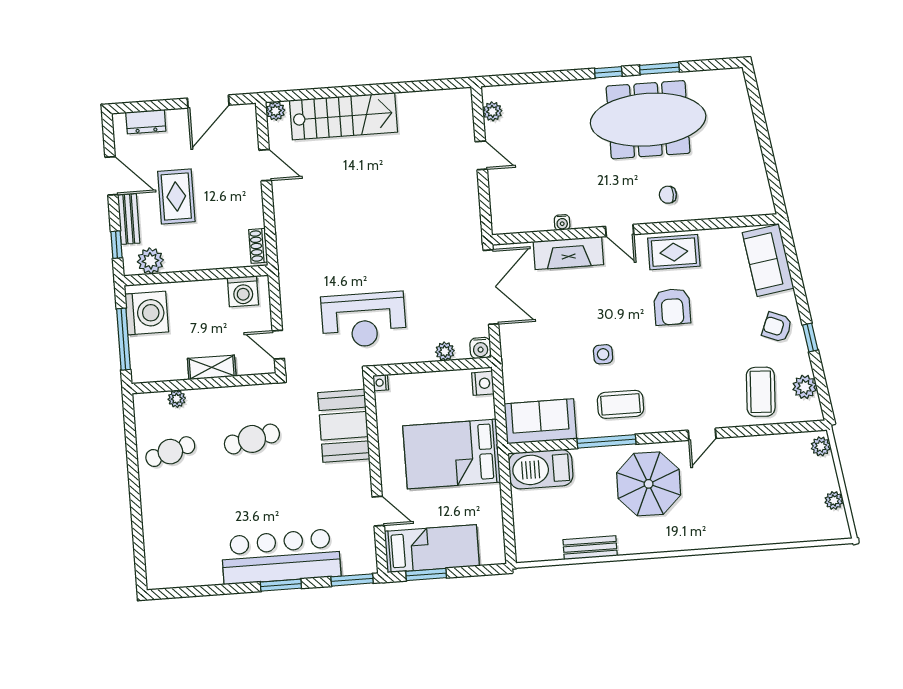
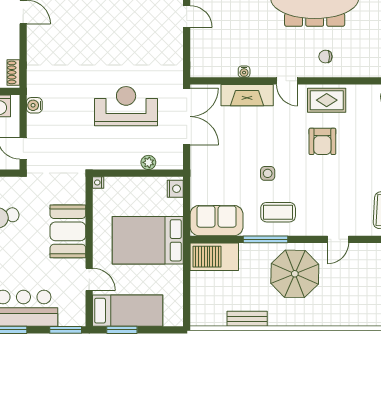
reception desk: (364, 320) -> (126, 106), moved, turned 180
water cooler: (480, 348) -> (34, 105), moved, turned 90
booth: (344, 426) -> (68, 231), moved

